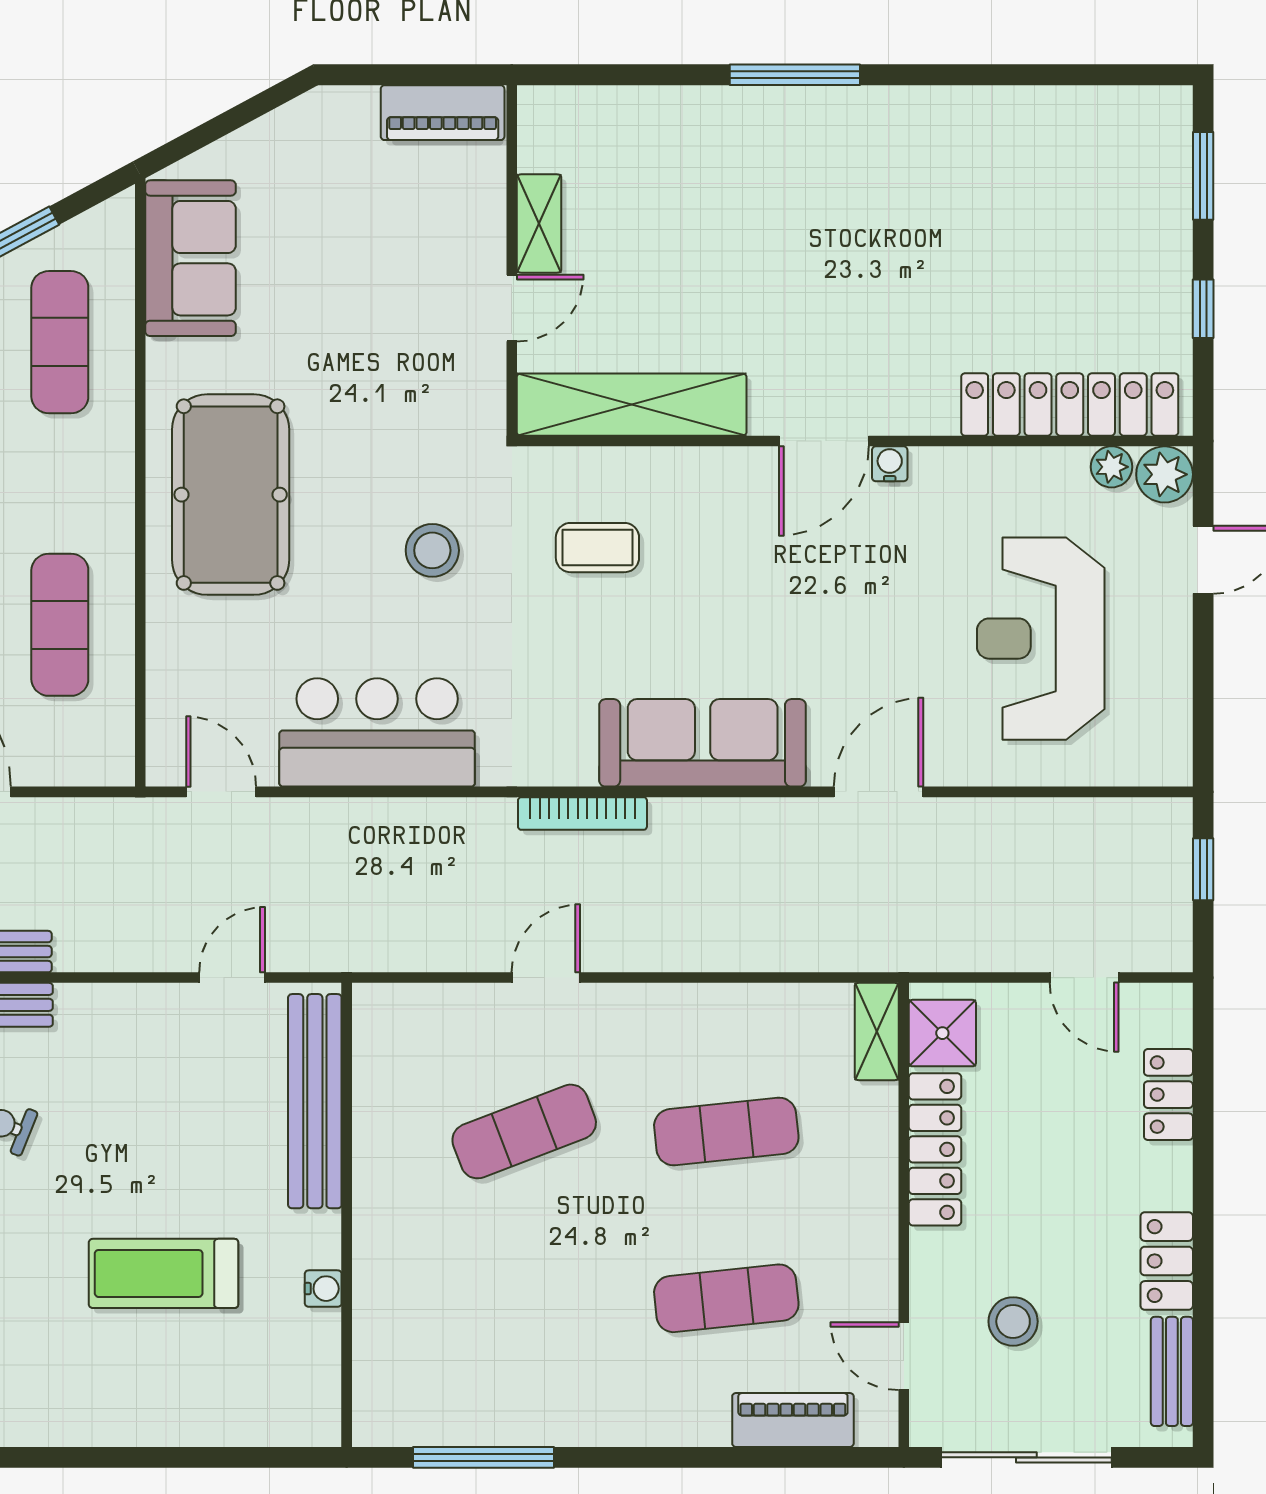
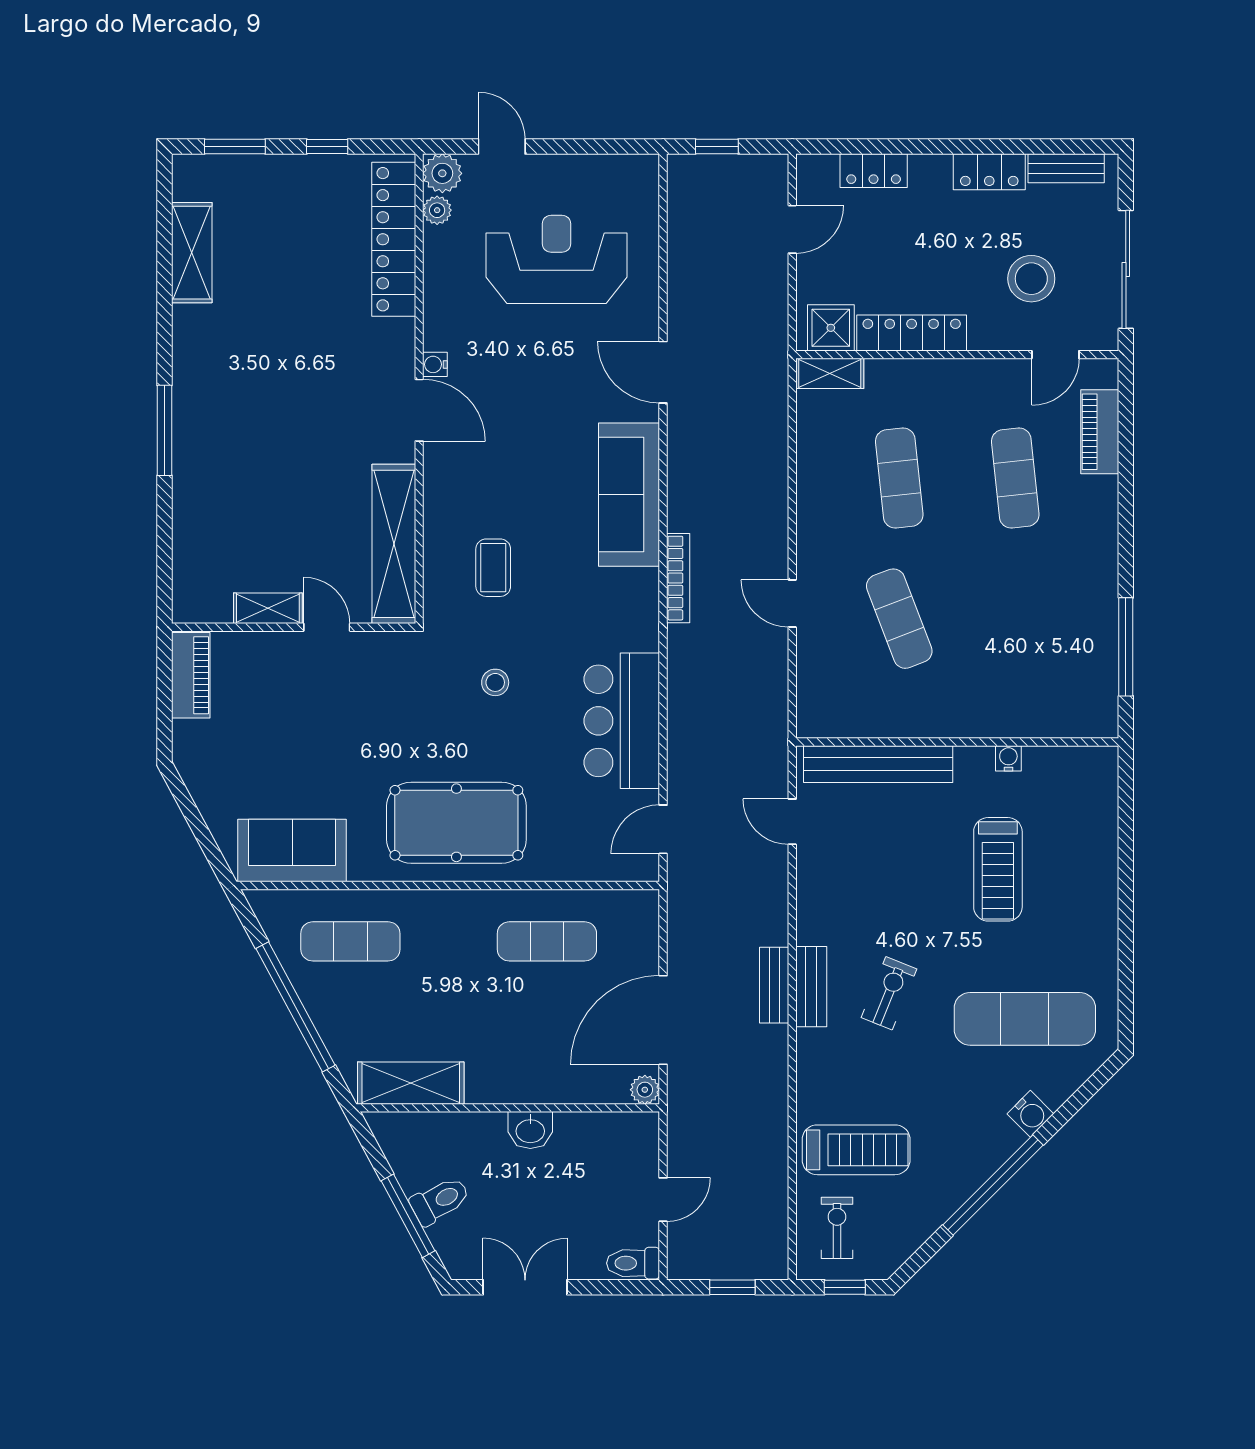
shelving: (1050, 114) -> (192, 253), added
stool: (432, 550) -> (495, 682), width x0.73, depth x0.73
reception desk: (1041, 639) -> (556, 259), turned 180
stool: (1013, 1321) -> (1031, 279), width x1.38, depth x1.38

